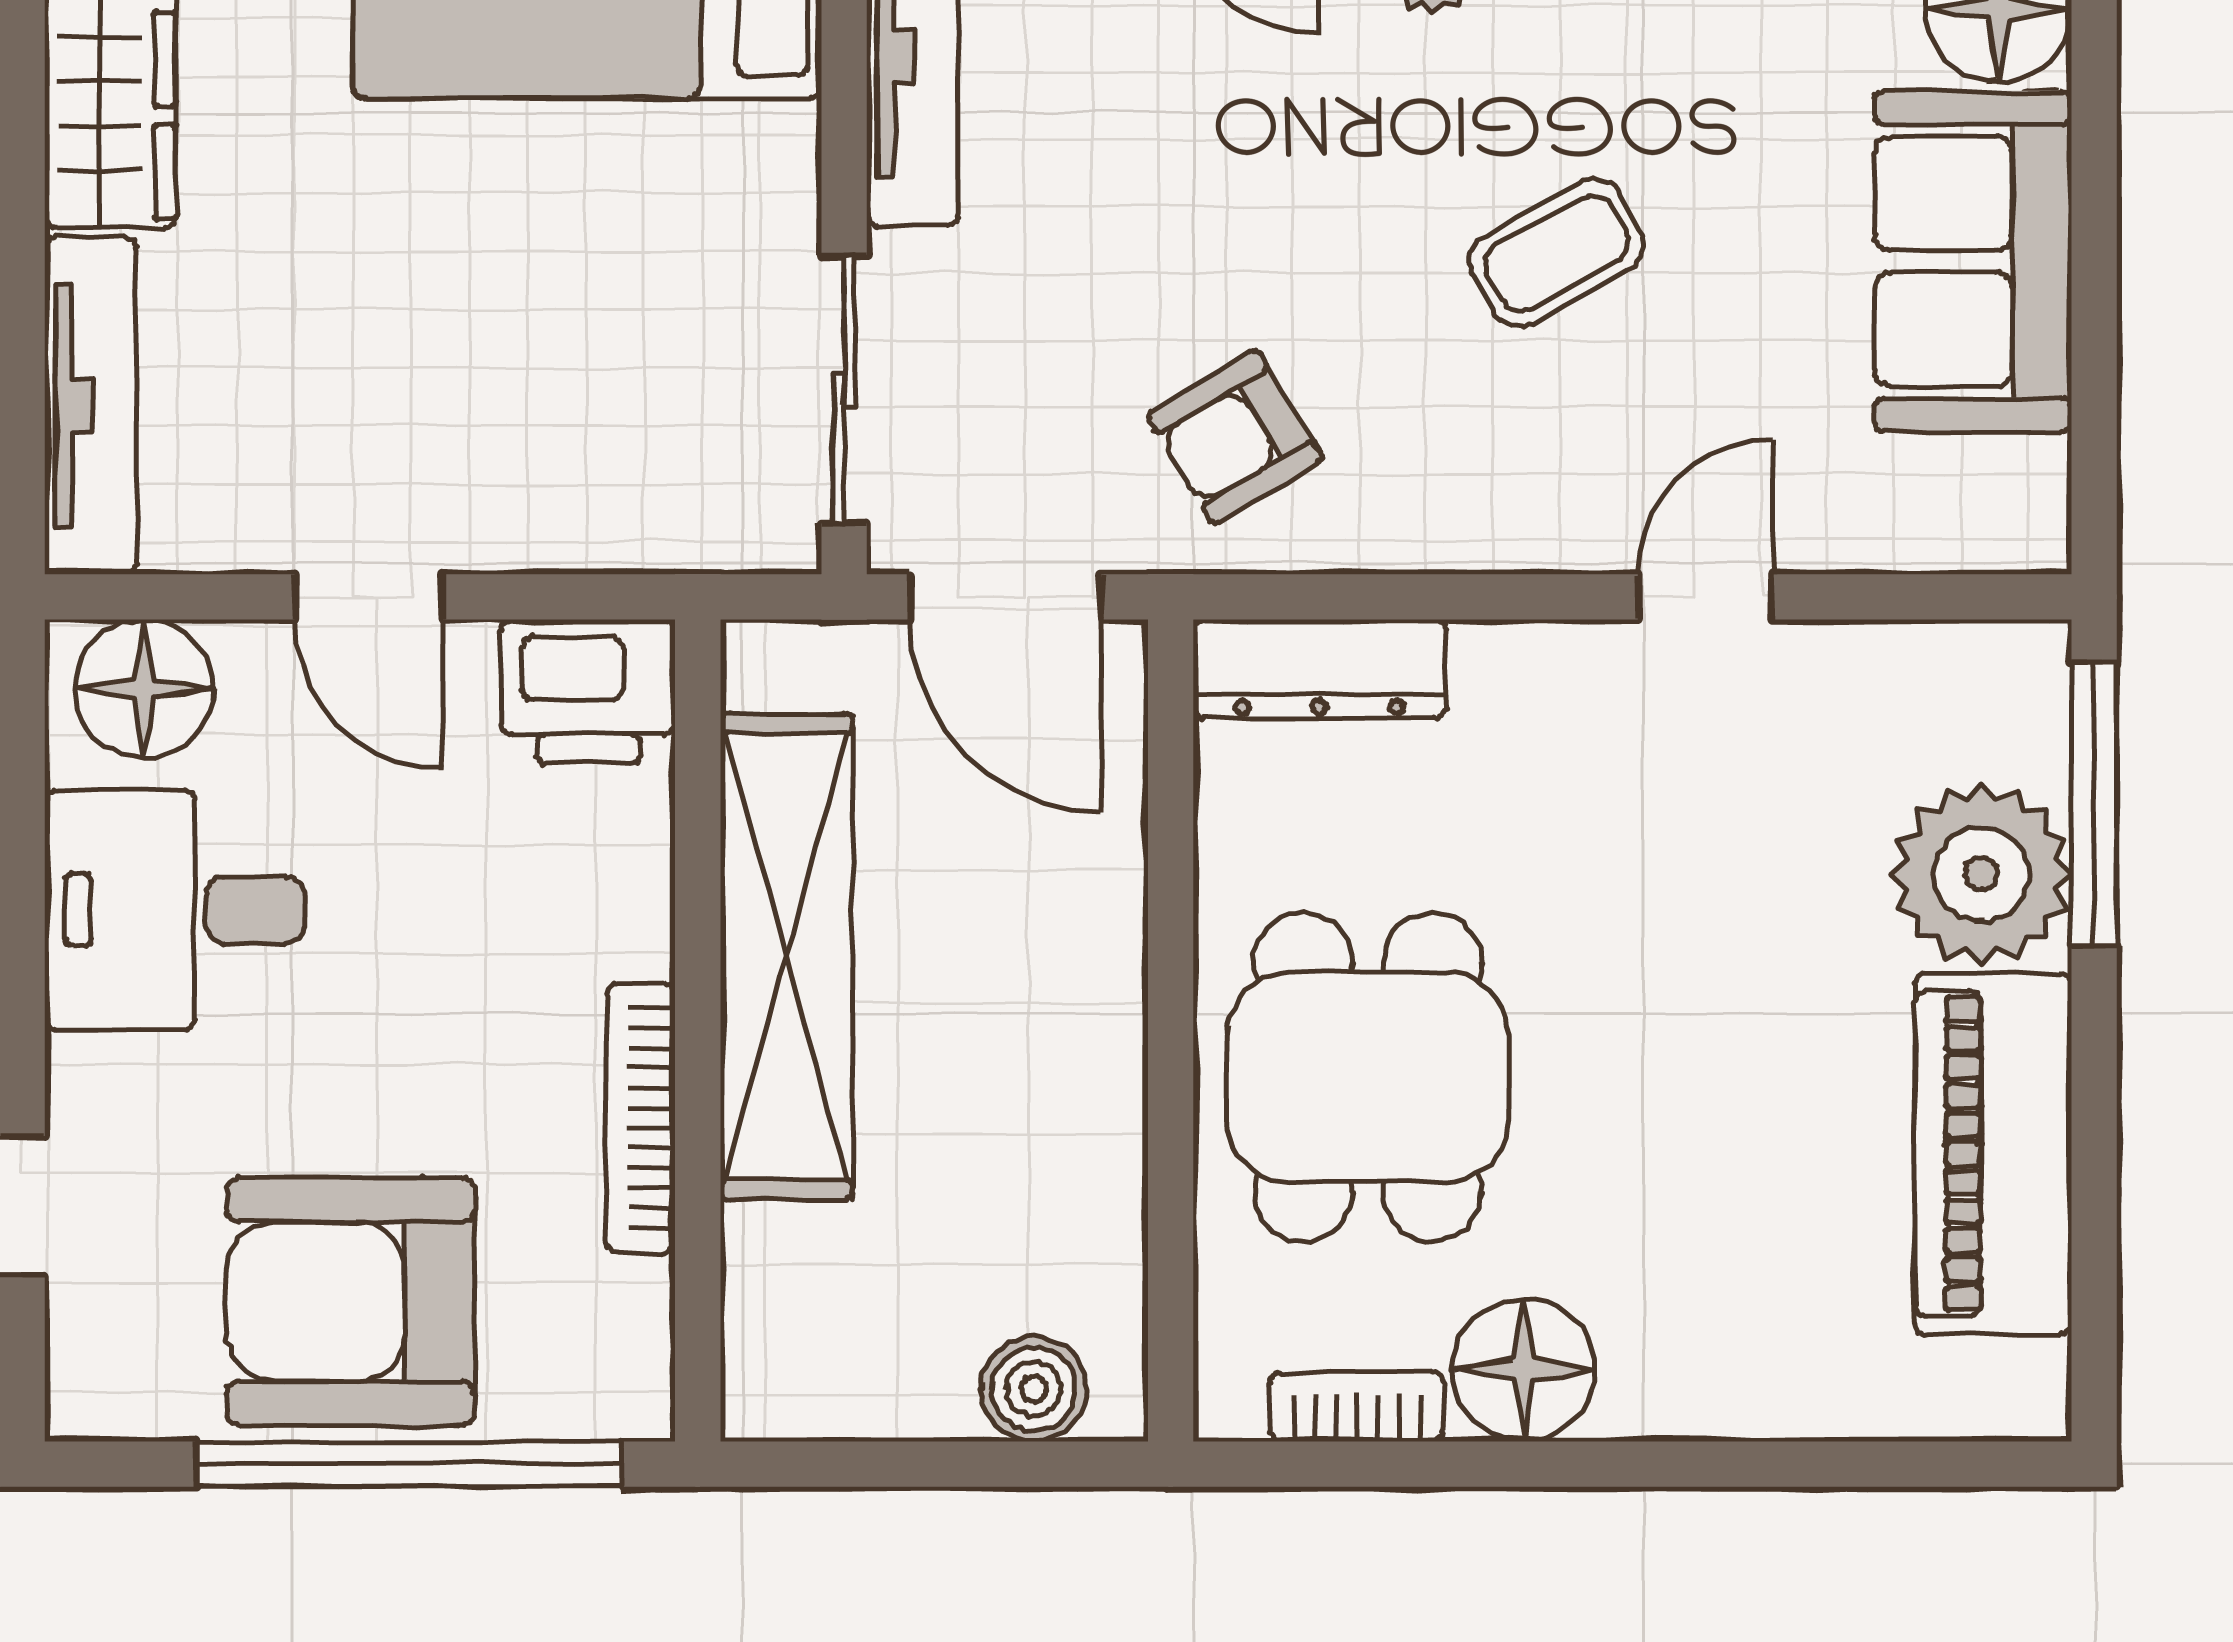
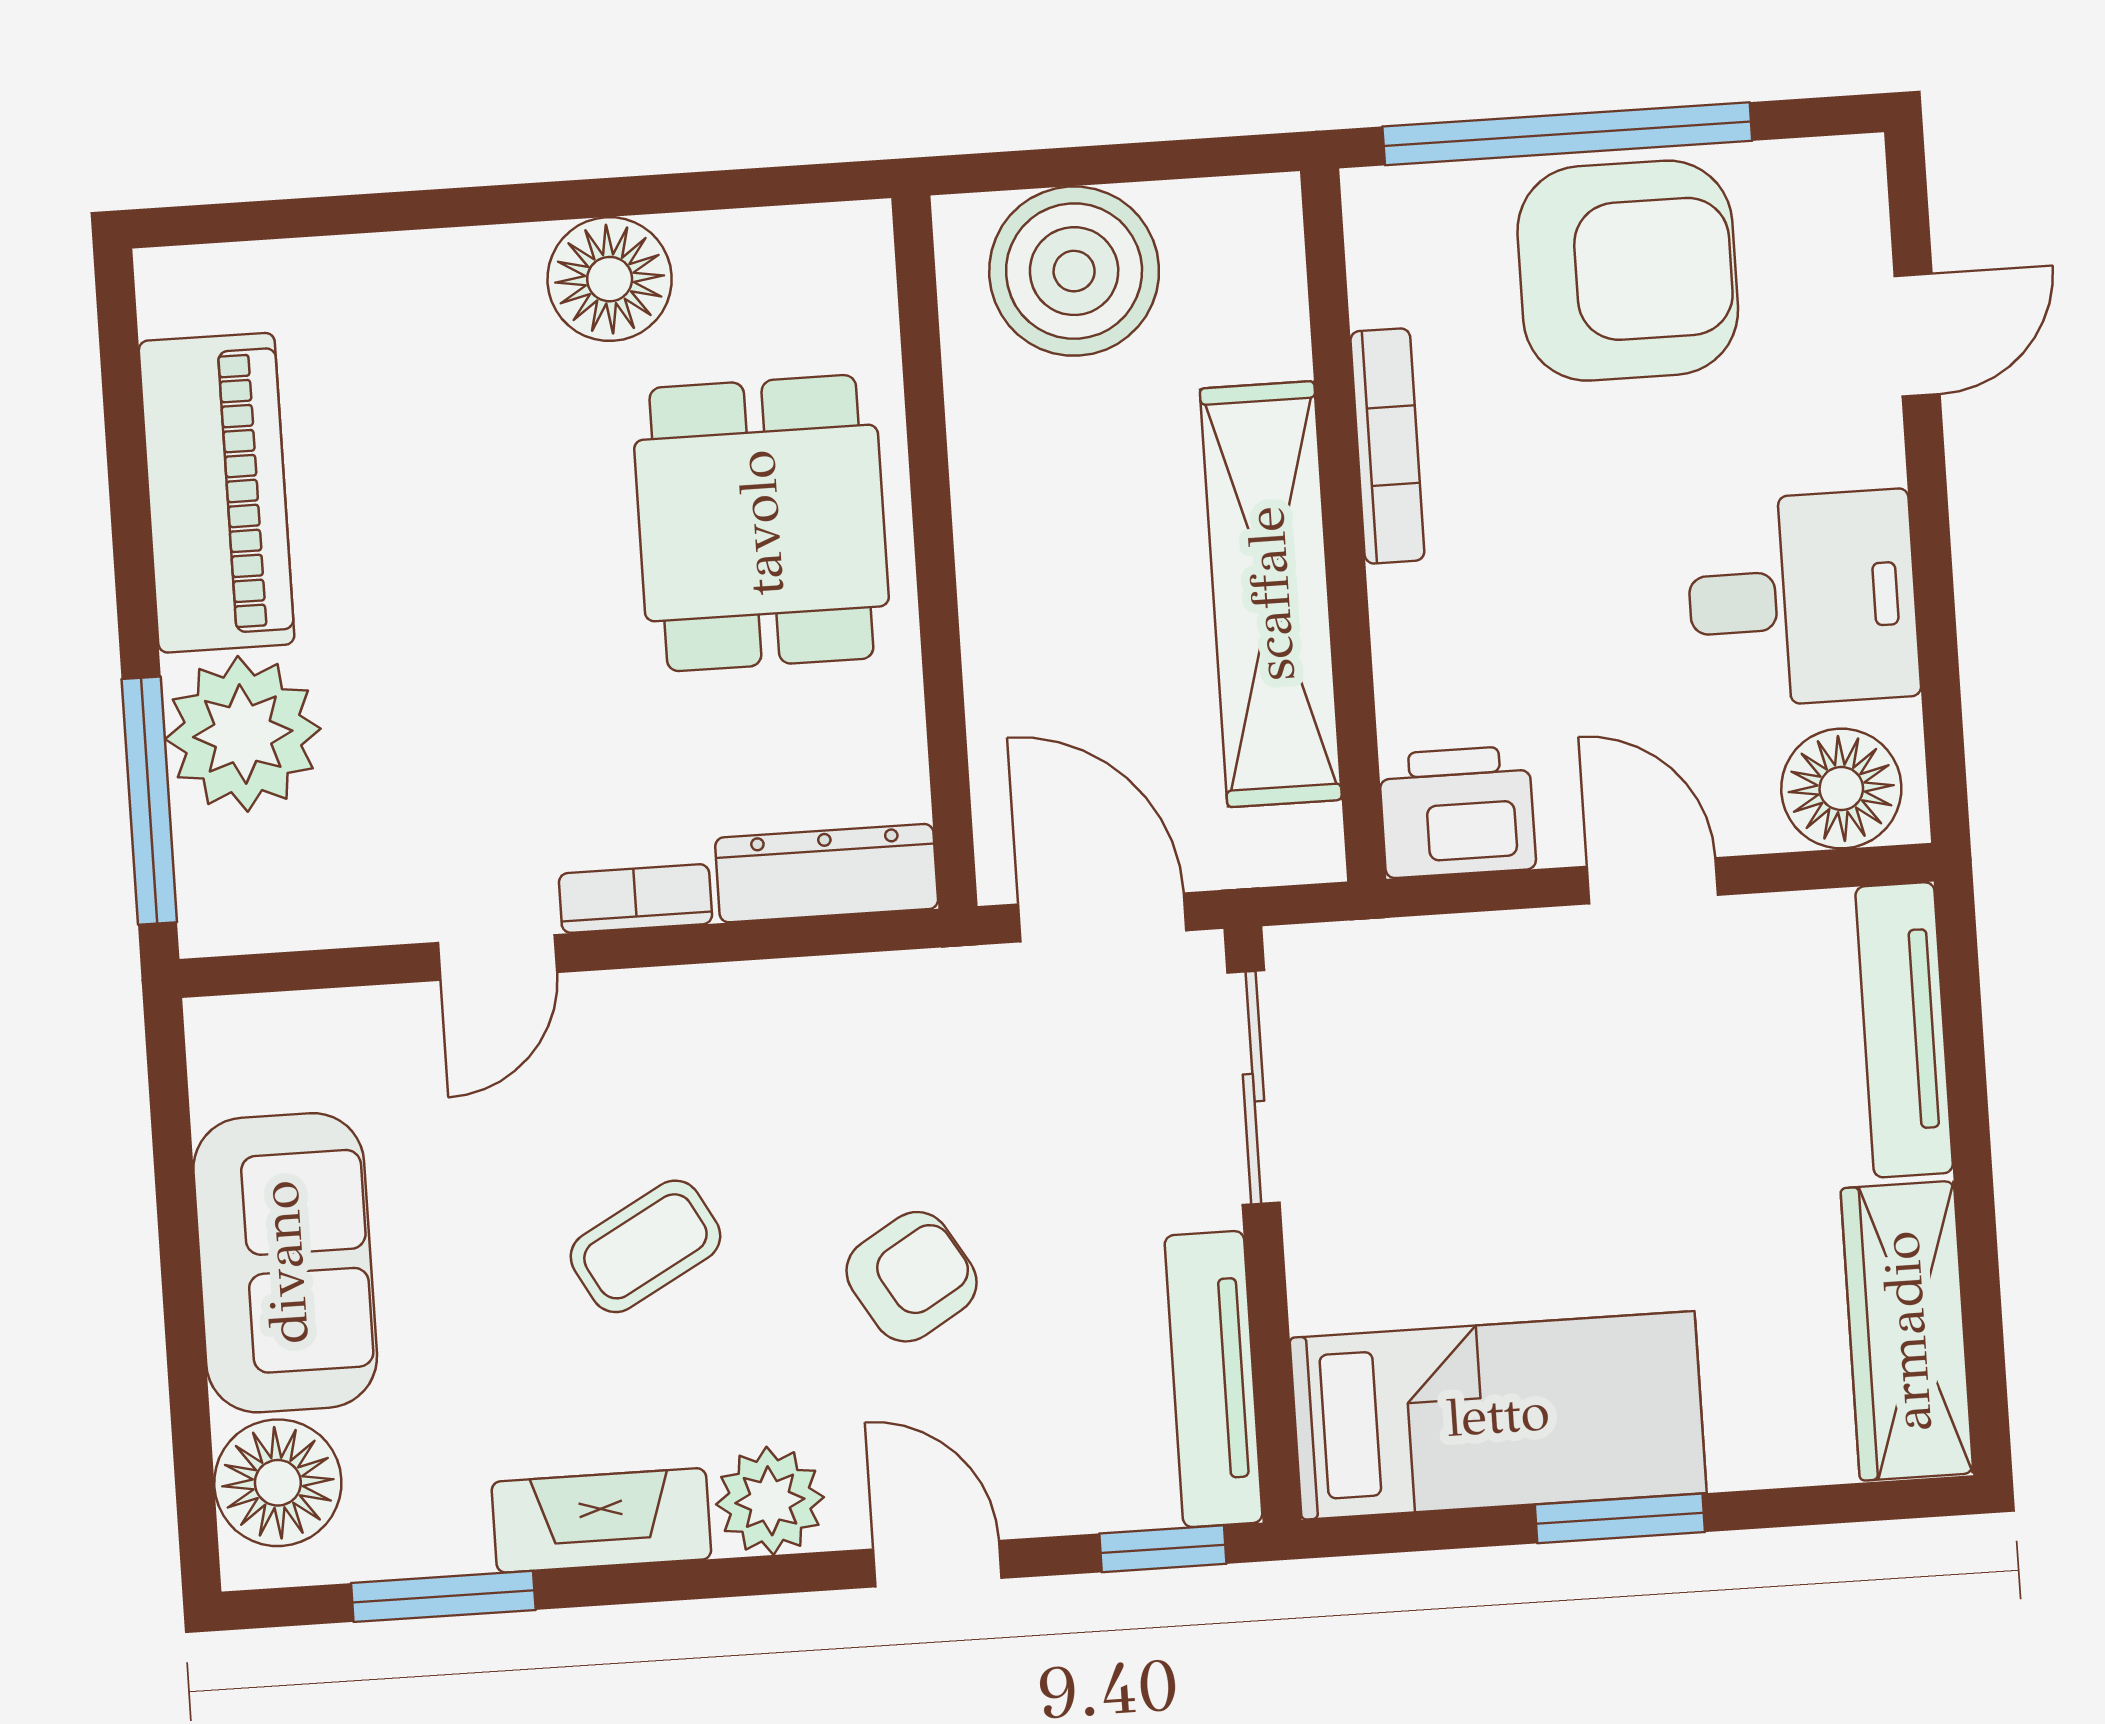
armchair: (1235, 437) -> (912, 1277), moved
boiler: (1034, 1389) -> (1074, 271), width x1.86, depth x1.86
bookcase: (1357, 1407) -> (635, 899), moved, turned 180

